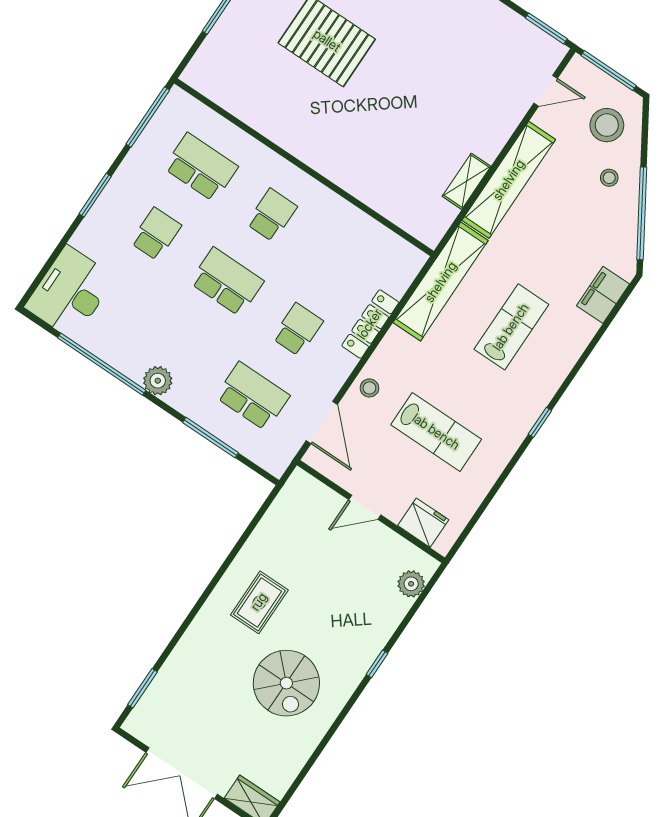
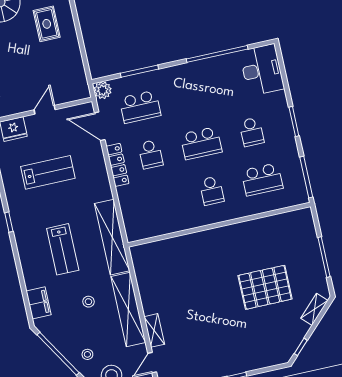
shelving: (467, 181) -> (154, 330), moved
locker: (370, 324) -> (118, 165), moved
plant: (158, 381) -> (103, 90), moved
stool: (369, 388) -> (88, 302), moved
lab bench: (436, 432) -> (48, 172), turned 180

